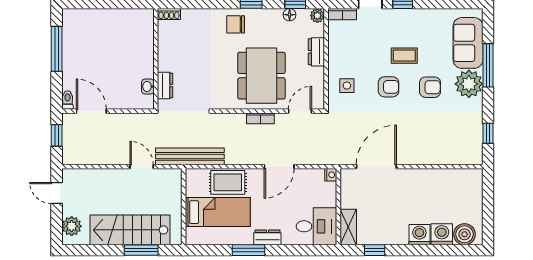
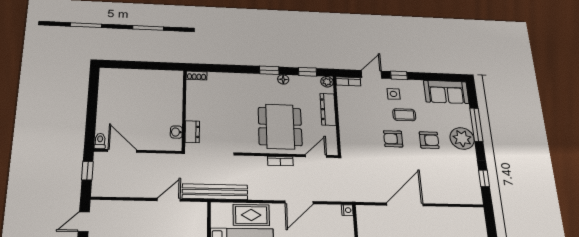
floor lamp: (290, 15) -> (283, 79), moved
chair: (236, 24) -> (256, 86), removed
sofa: (468, 43) -> (446, 92), moved, turned -90
window: (57, 49) -> (93, 99), removed
dresser: (316, 52) -> (328, 109), width x1.44
side table: (347, 86) -> (394, 94), moved
armchair: (389, 87) -> (393, 139), turned 180
door: (142, 167) -> (169, 200), hinge flipped
door: (376, 167) -> (405, 204), moved
door: (57, 193) -> (84, 222), hinge flipped

